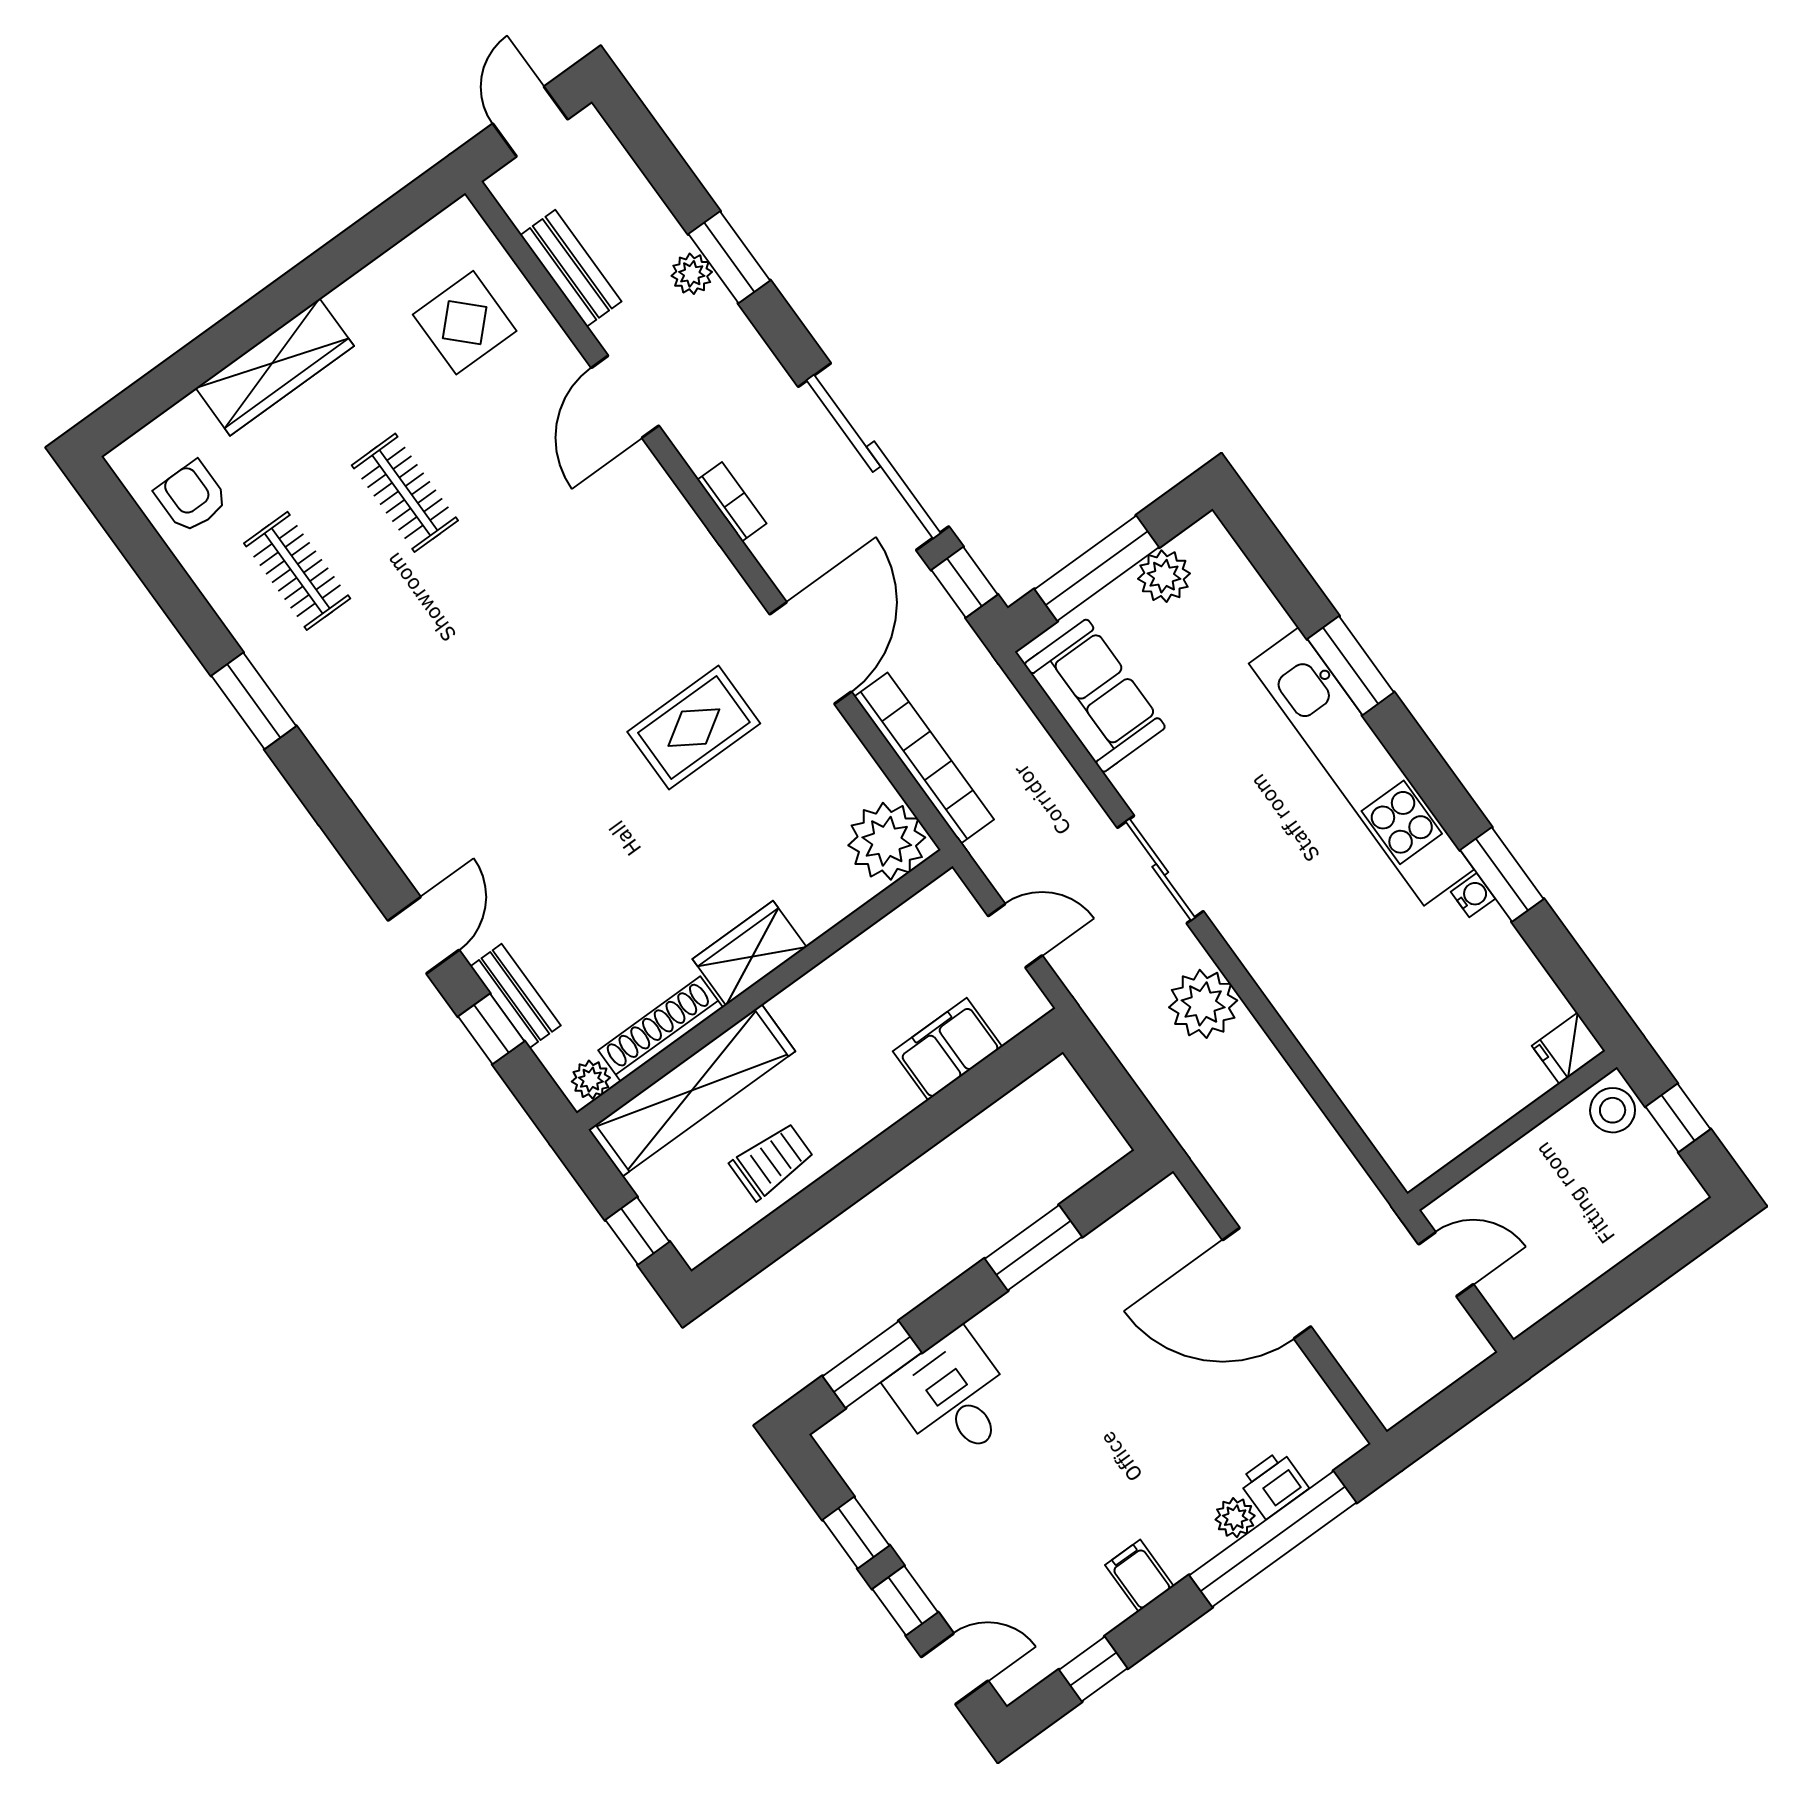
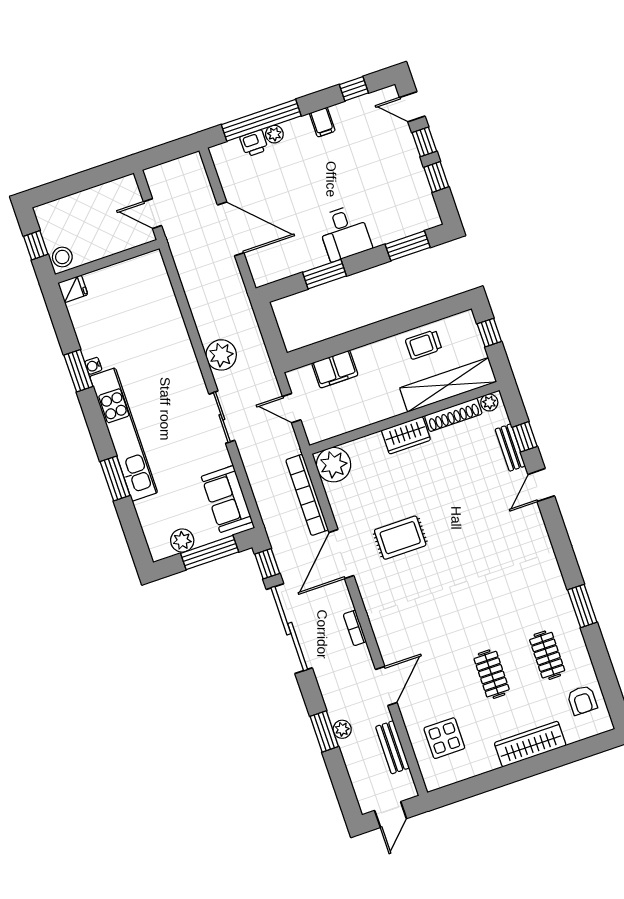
desk: (954, 1397) -> (344, 233), moved

